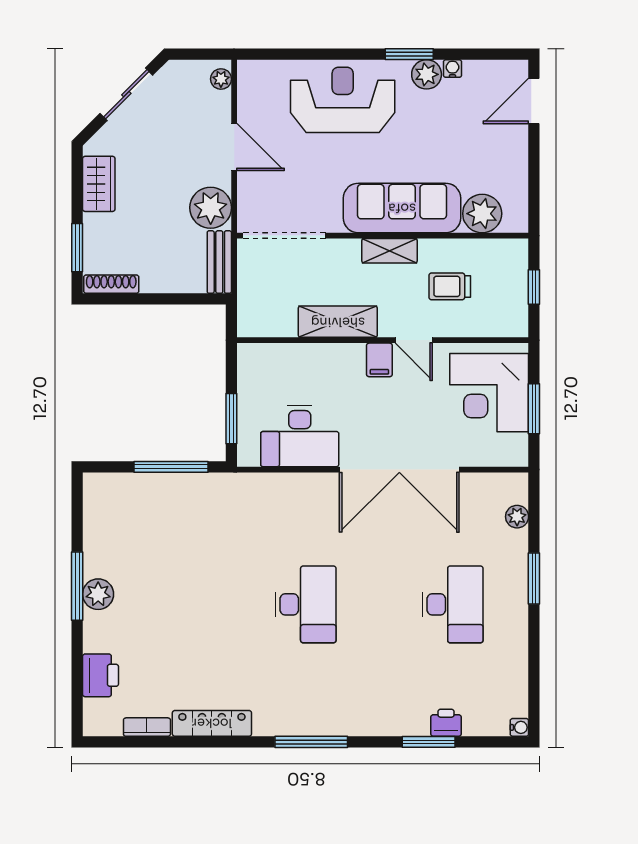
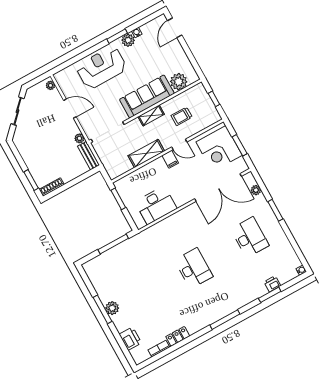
wardrobe: (99, 184) -> (26, 151), removed
plant: (211, 208) -> (79, 138), width x0.53, depth x0.53
window: (231, 419) -> (118, 199), moved
double door: (399, 470) -> (218, 188), moved
locker: (212, 723) -> (178, 336), width x0.66

